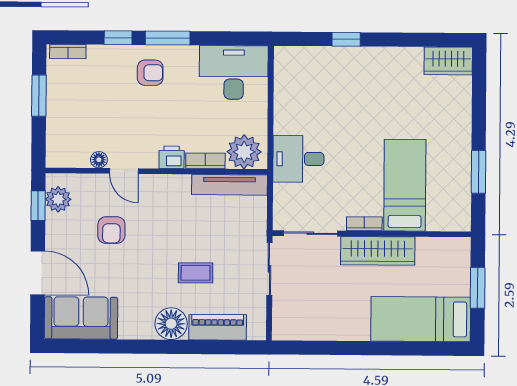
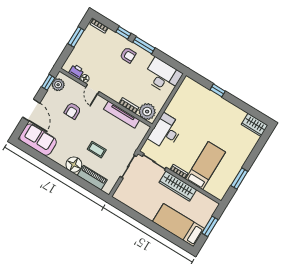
printer: (172, 157) -> (76, 72), moved
desk: (298, 159) -> (166, 132), width x1.37
tv unit: (229, 185) -> (122, 115), moved

